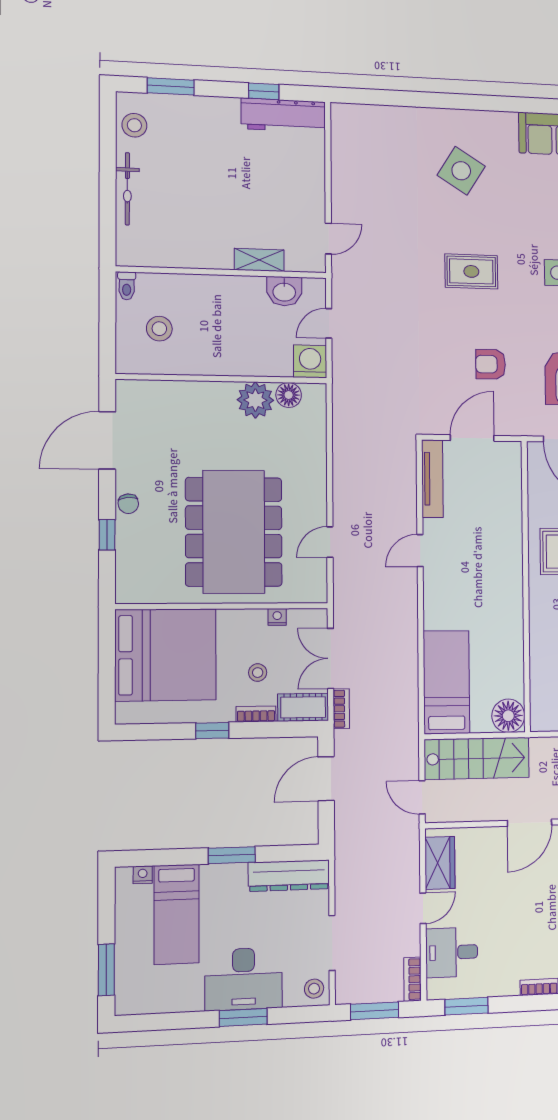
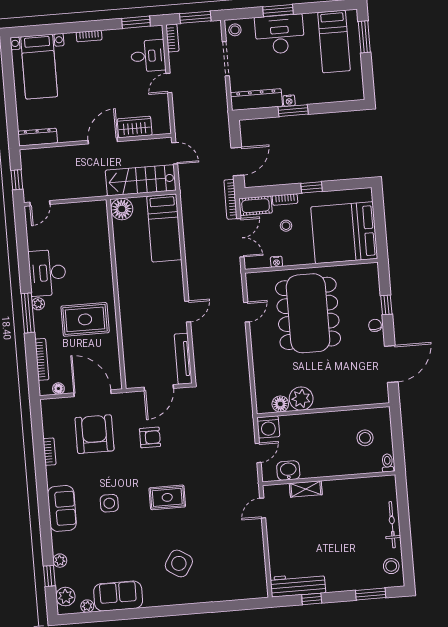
bookcase: (341, 709) -> (231, 199), width x1.56
wardrobe: (440, 863) -> (135, 127), moved, turned 90
nightstand: (143, 875) -> (289, 101), moved
bed: (177, 914) -> (334, 42), moved, turned 180

